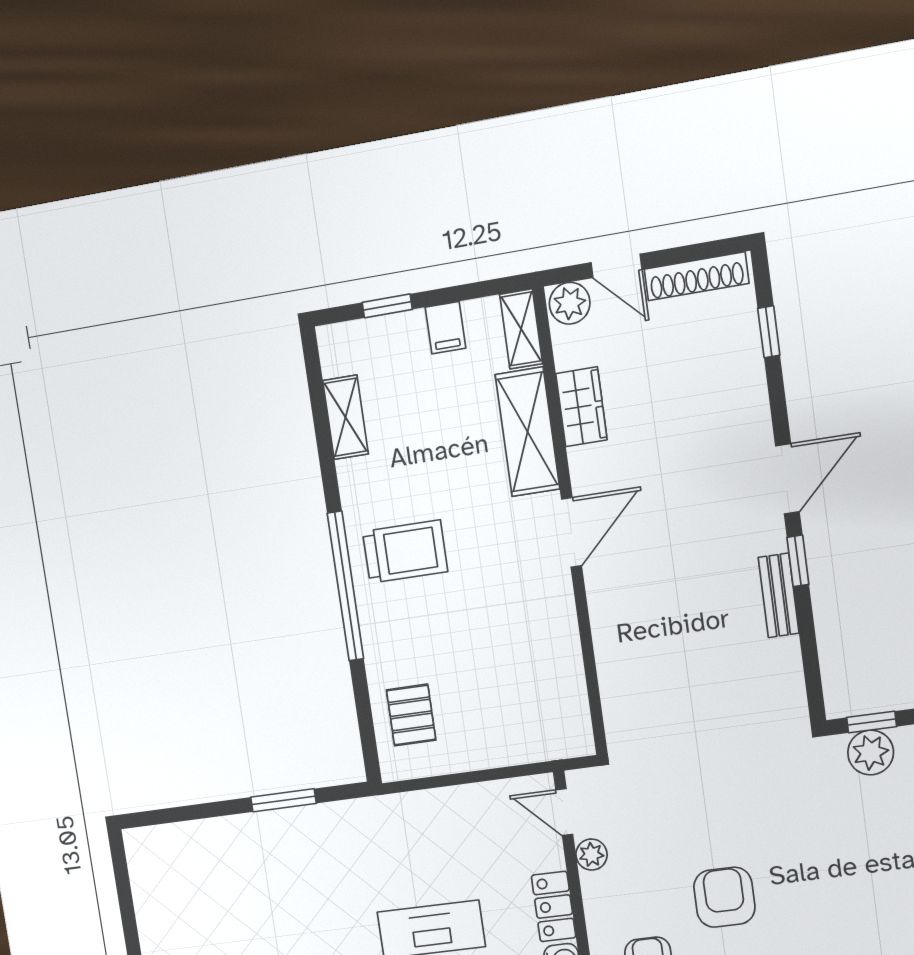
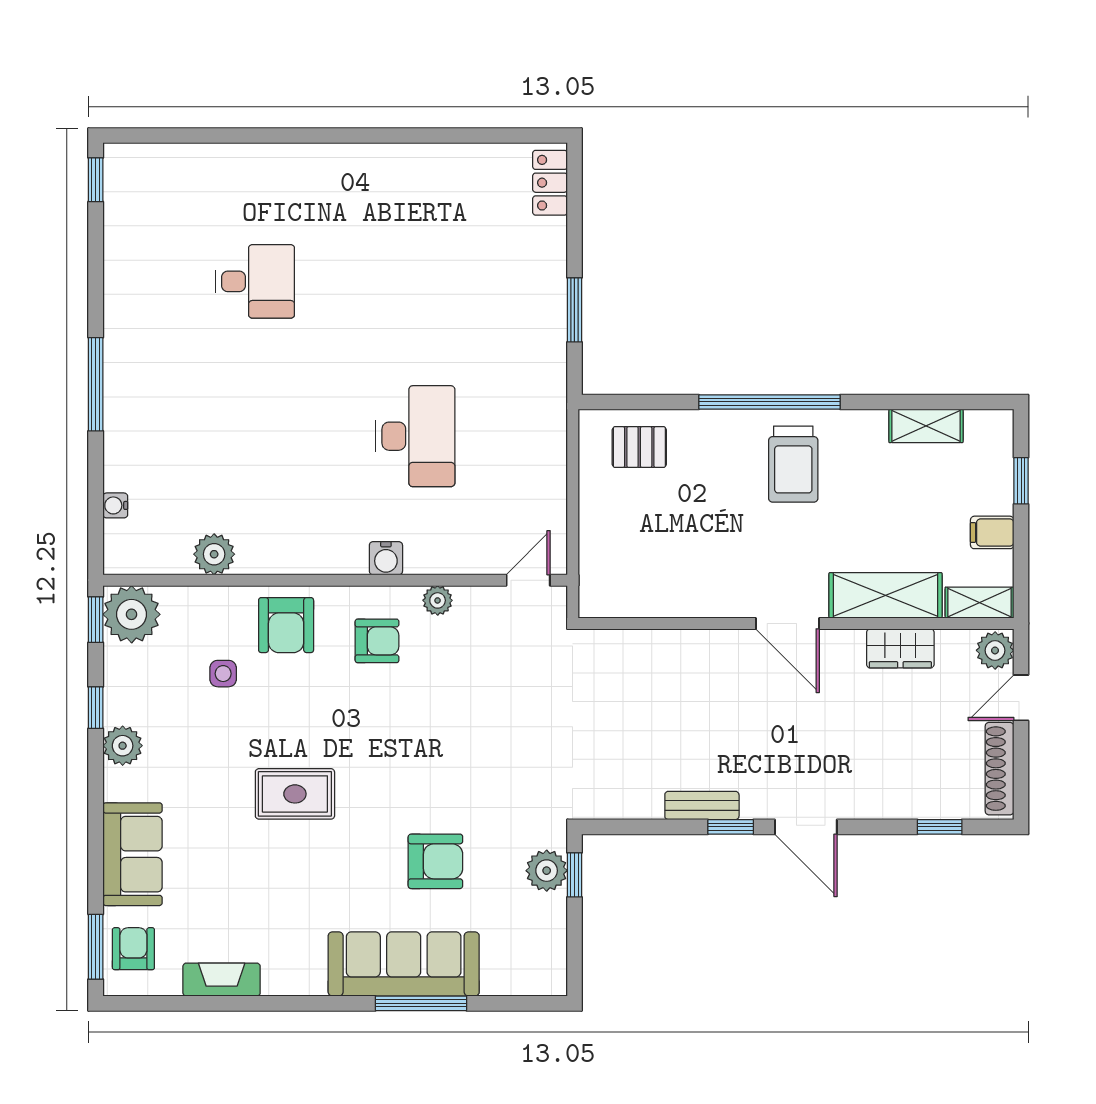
plant: (591, 855) -> (438, 600), moved
armchair: (724, 897) -> (435, 861), moved
locker: (554, 906) -> (550, 183), moved, turned -90

